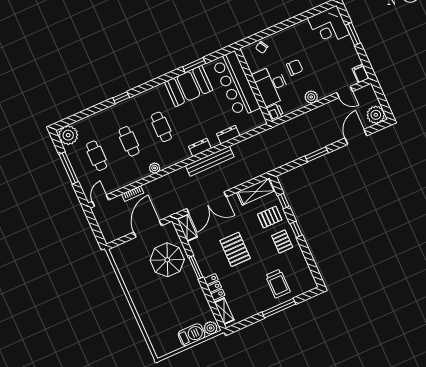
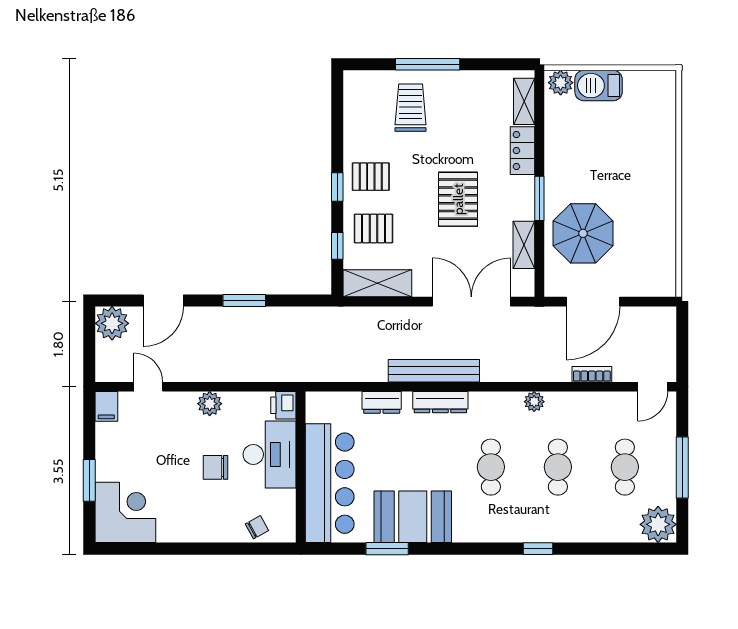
dresser: (200, 147) -> (440, 402), width x1.44
shelving: (187, 228) -> (524, 245), moved
pallet: (282, 242) -> (371, 177), turned 90

